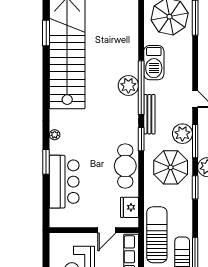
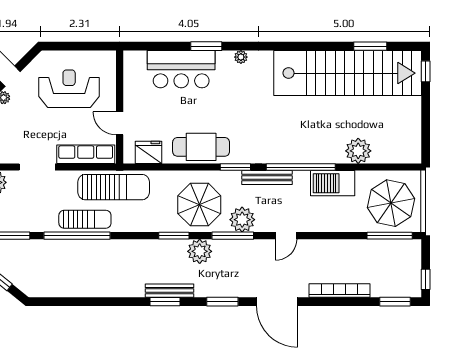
plant: (128, 86) -> (358, 151), moved

